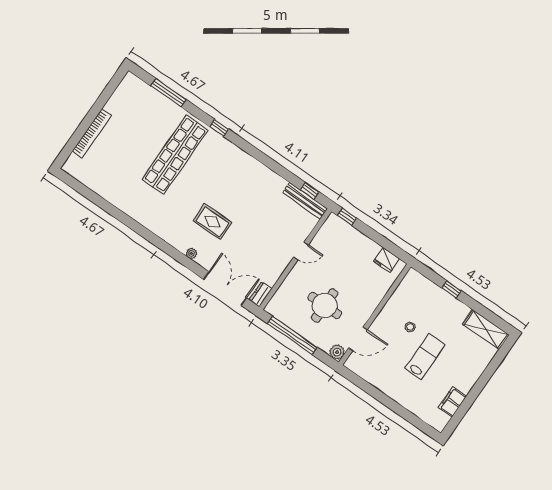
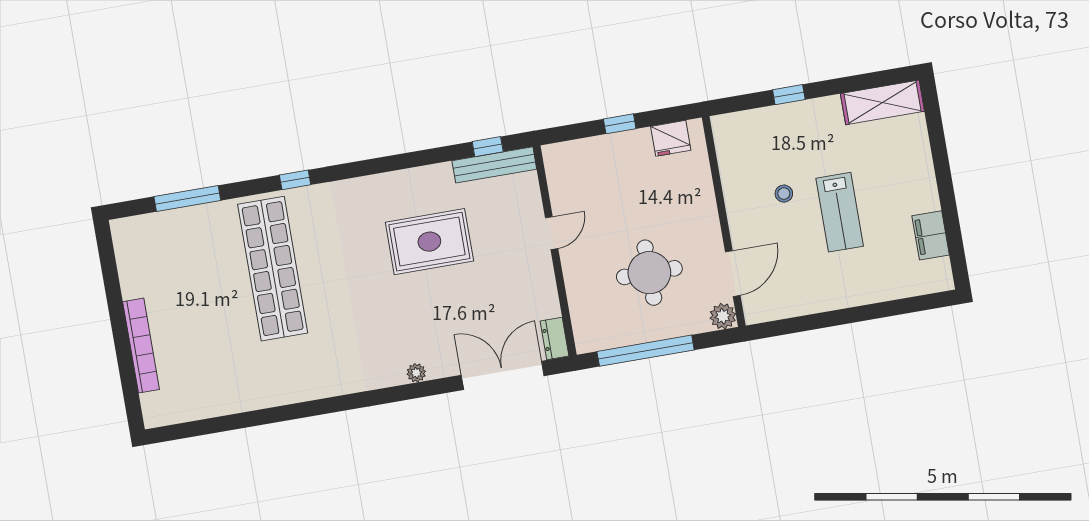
window: (347, 217) -> (620, 124), moved
rug: (212, 222) -> (429, 242), moved, width x1.36, depth x1.43
lab bench: (425, 357) -> (840, 212), turned 180

